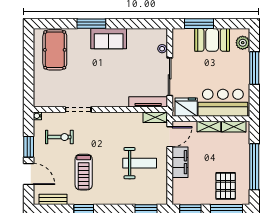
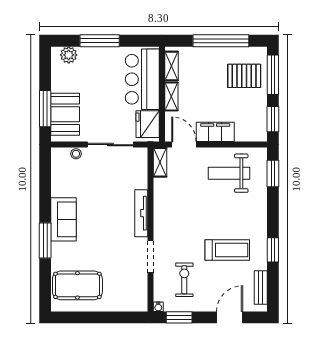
booth: (212, 40) -> (65, 114), moved
tv unit: (148, 102) -> (141, 213), moved
window: (29, 147) -> (179, 317), moved
weight bench: (140, 163) -> (229, 173), moved, turned -90

